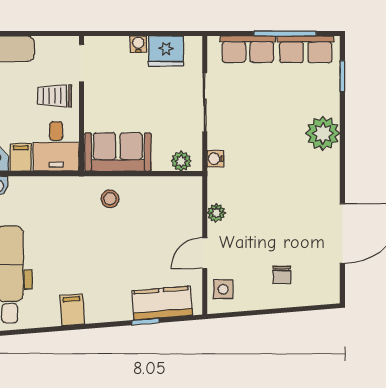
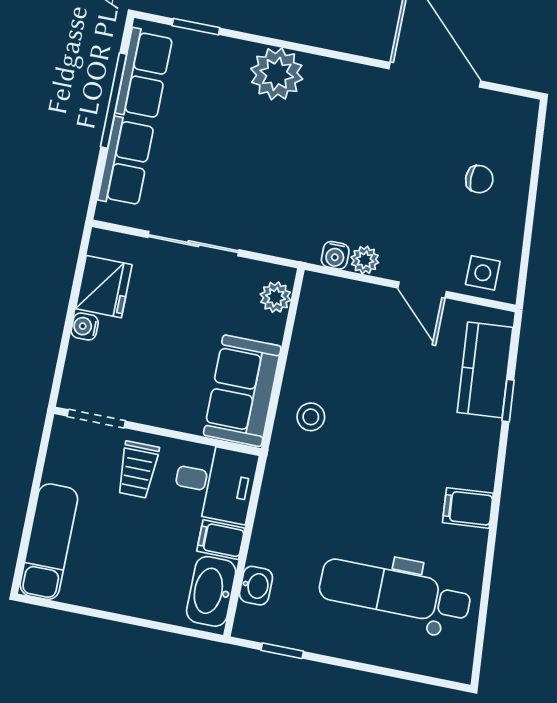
water cooler: (215, 159) -> (335, 255), moved

